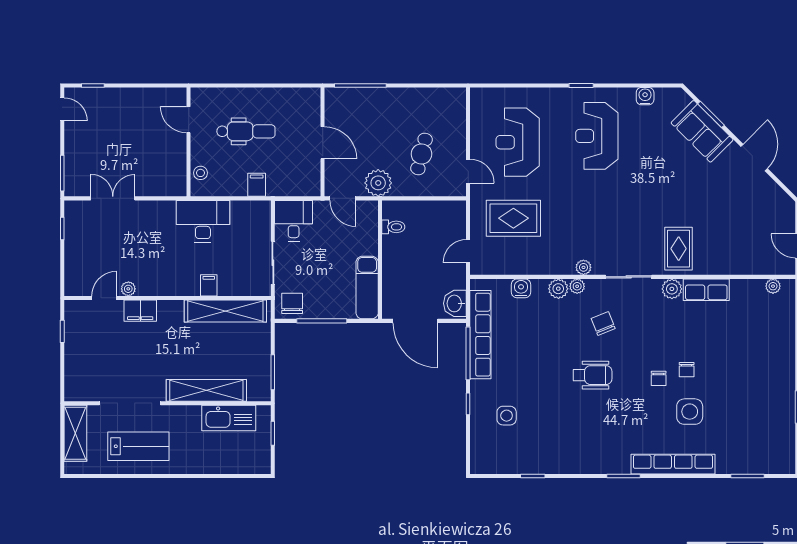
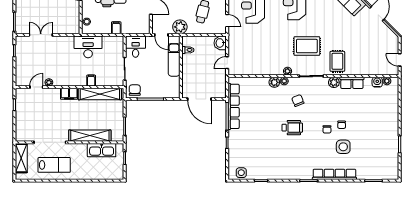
rug: (513, 218) -> (307, 46), moved
exam couch: (367, 288) -> (174, 60), moved
water cooler: (521, 288) -> (377, 82), moved
washbasin: (455, 303) -> (220, 43), moved
filing cabinet: (140, 311) -> (69, 94), moved
side table: (507, 416) -> (241, 173), moved

